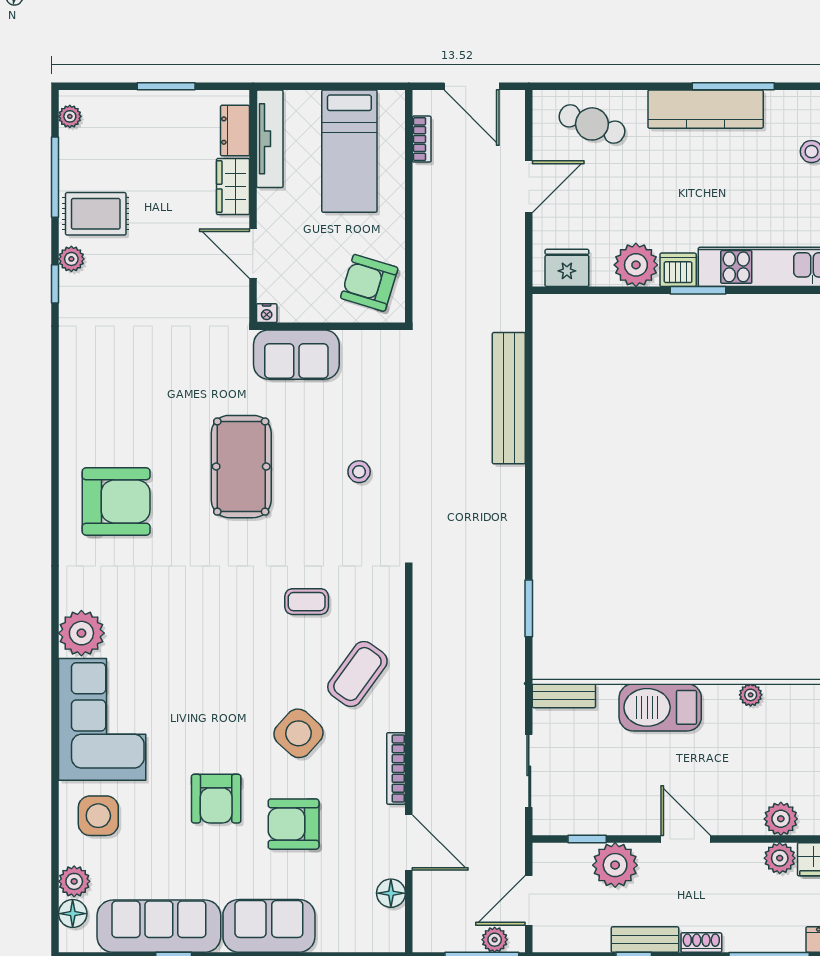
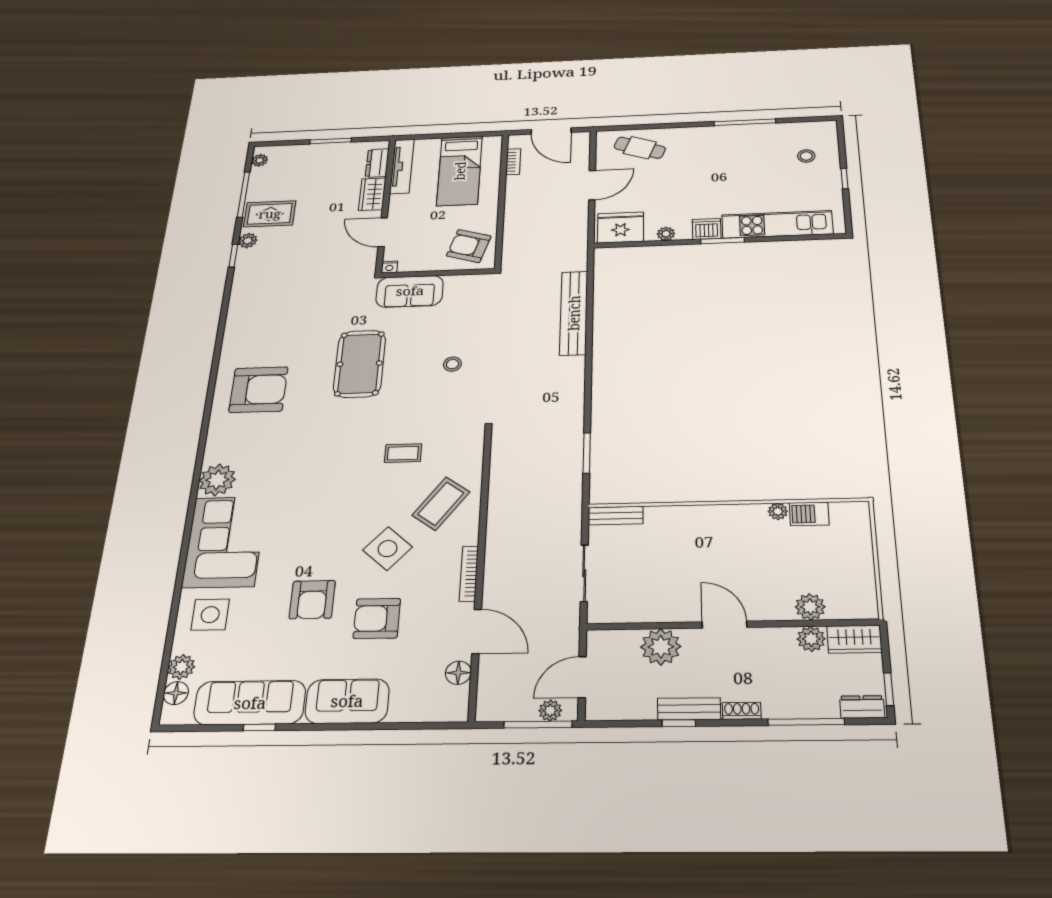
kitchen counter: (706, 109) -> (725, 136), removed
plant: (636, 265) -> (666, 234), width x0.53, depth x0.53
fridge: (567, 268) -> (620, 227), width x1.36, depth x1.34
barbecue: (660, 707) -> (809, 514), moved, width x0.53, depth x0.65
window: (587, 839) -> (636, 626), removed

